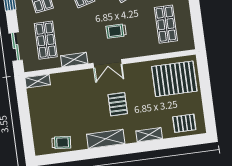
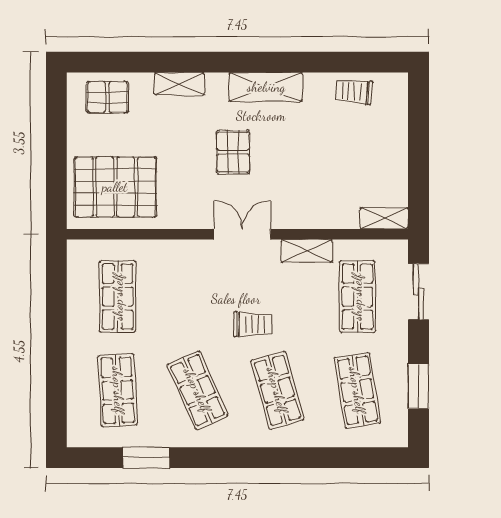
trolley: (116, 31) -> (253, 324), moved

